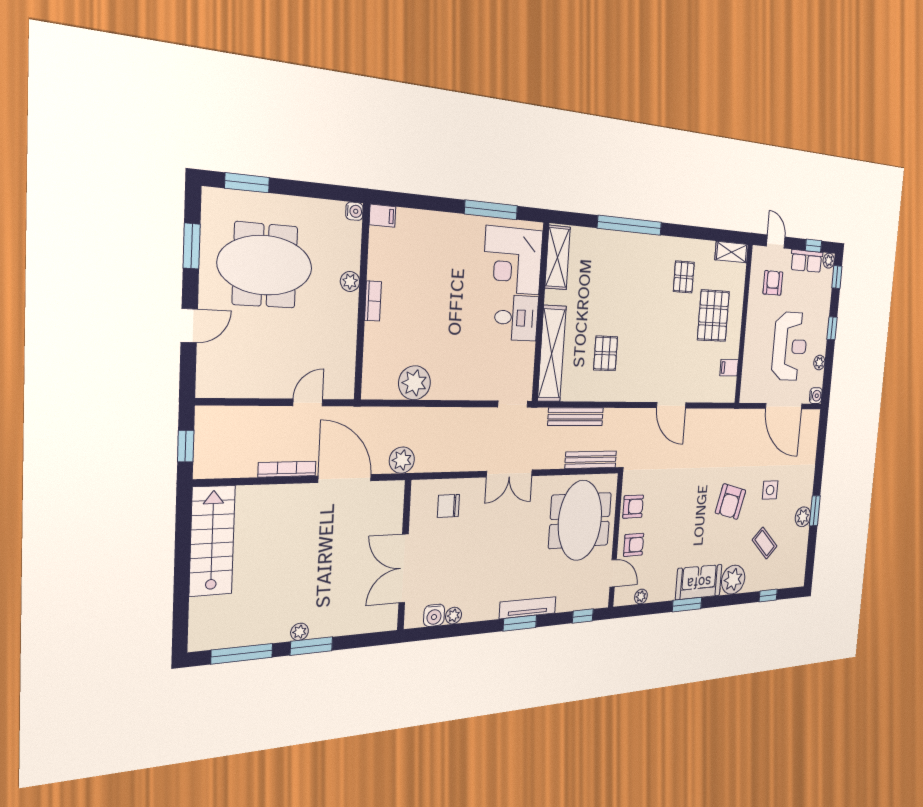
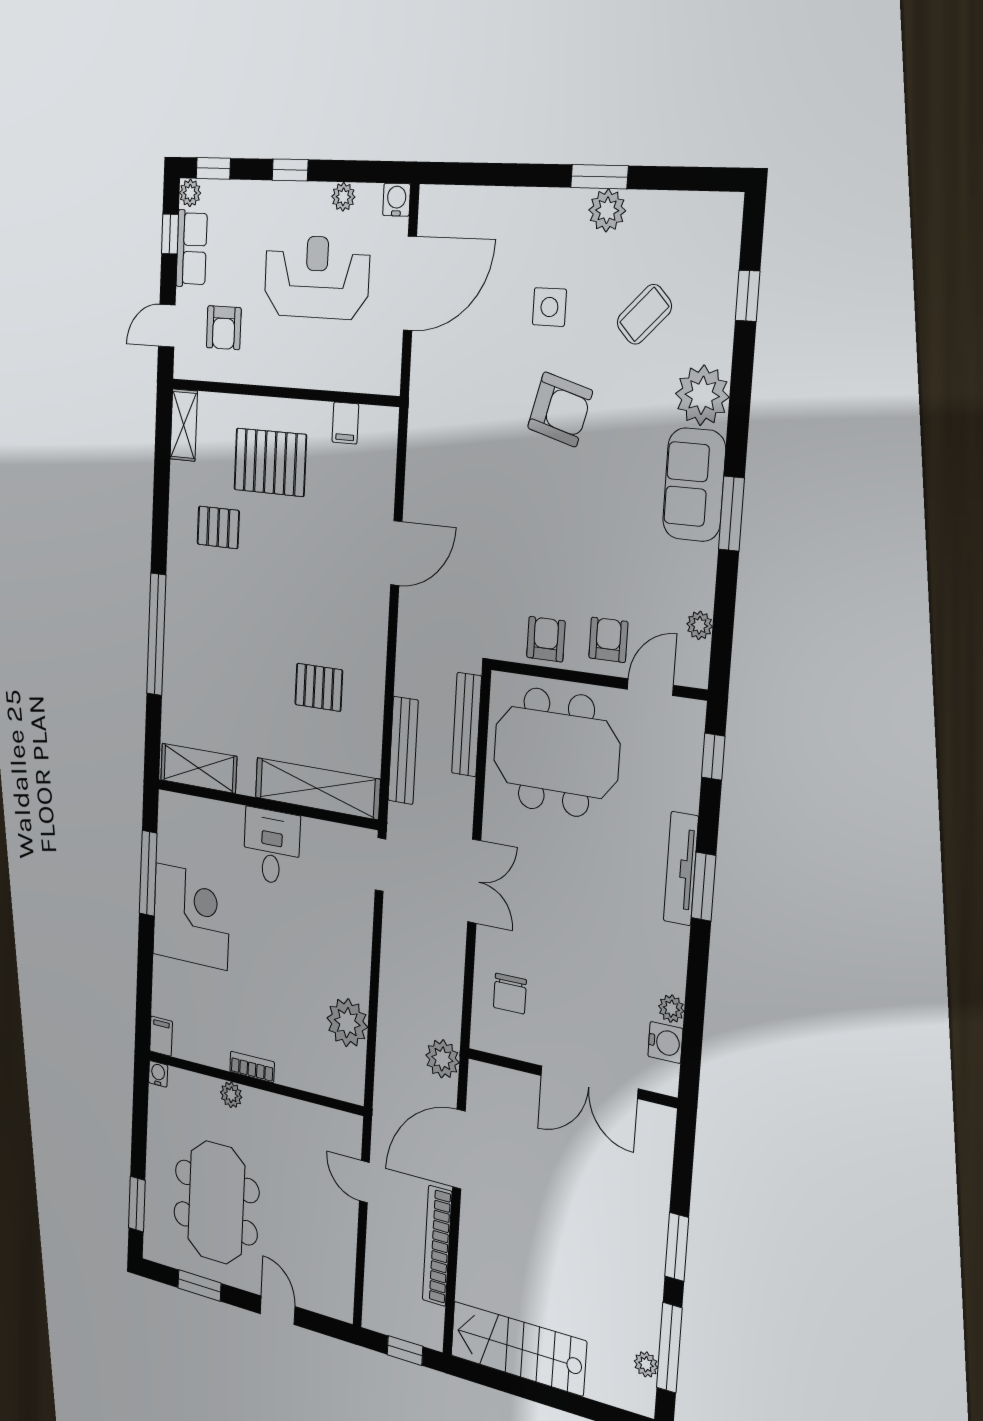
corner desk: (513, 261) -> (191, 916), moved, turned -90
armchair: (773, 283) -> (224, 328), turned -90
bookcase: (287, 469) -> (437, 1246), width x1.48, depth x1.31
plant: (299, 632) -> (646, 1364), moved

